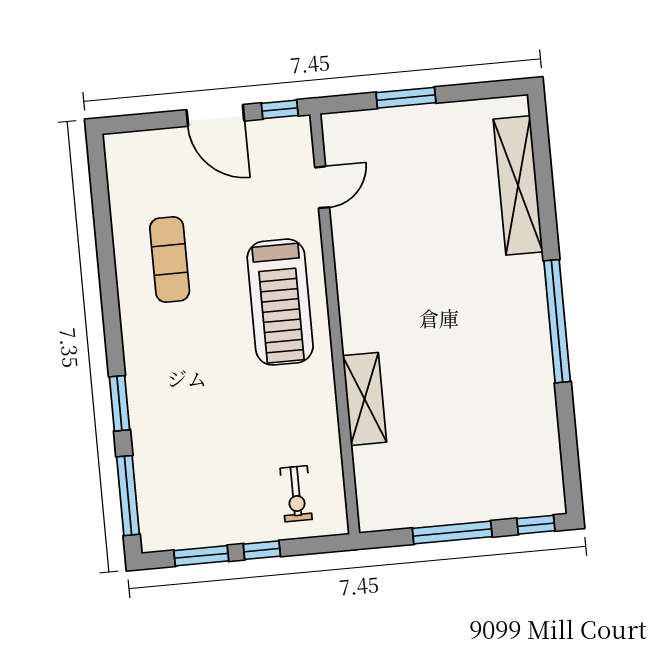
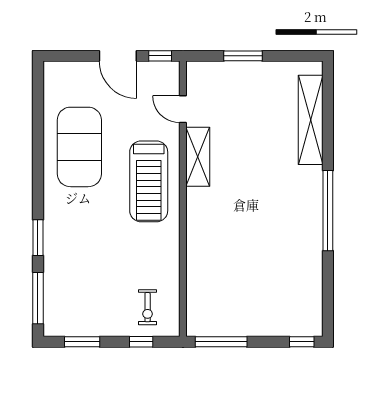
door: (322, 187) -> (183, 109), swing flipped
exercise mat: (170, 259) -> (79, 147), width x2.00, depth x1.45
shelving: (364, 399) -> (198, 157), moved
window: (452, 532) -> (221, 342), moved
window: (262, 550) -> (141, 342), moved

